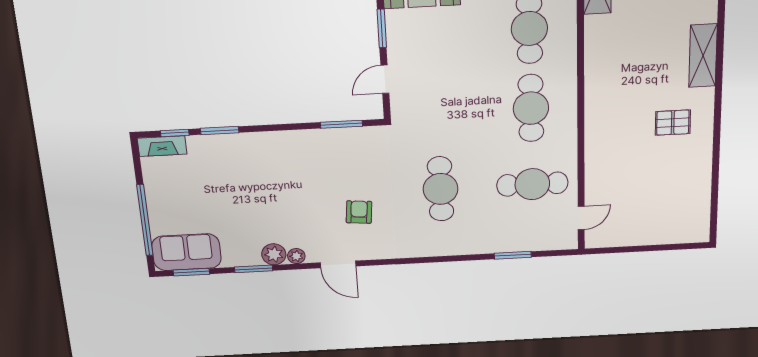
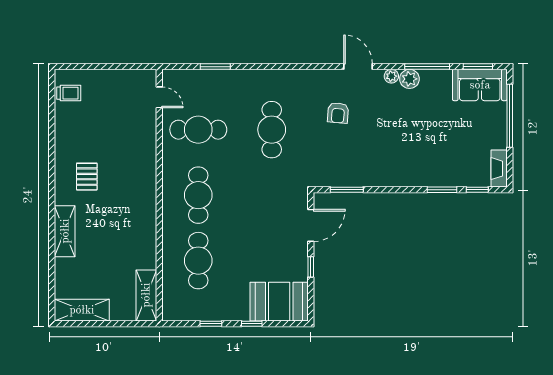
window: (382, 28) -> (311, 267), width x0.67
door: (385, 79) -> (311, 225), width x1.38
pallet: (673, 123) -> (87, 177), turned 90
fireplace: (162, 146) -> (499, 169), moved, turned -90
trolley: (693, 217) -> (69, 93), added
door: (581, 218) -> (159, 97), swing flipped
window: (254, 269) -> (427, 67), width x1.44

